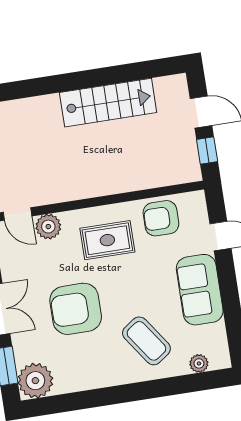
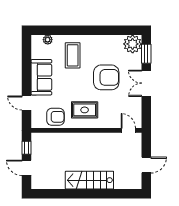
stairs: (108, 103) -> (89, 180), moved
plant: (48, 227) -> (114, 122), removed
coffee table: (146, 341) -> (73, 55), turned 35

